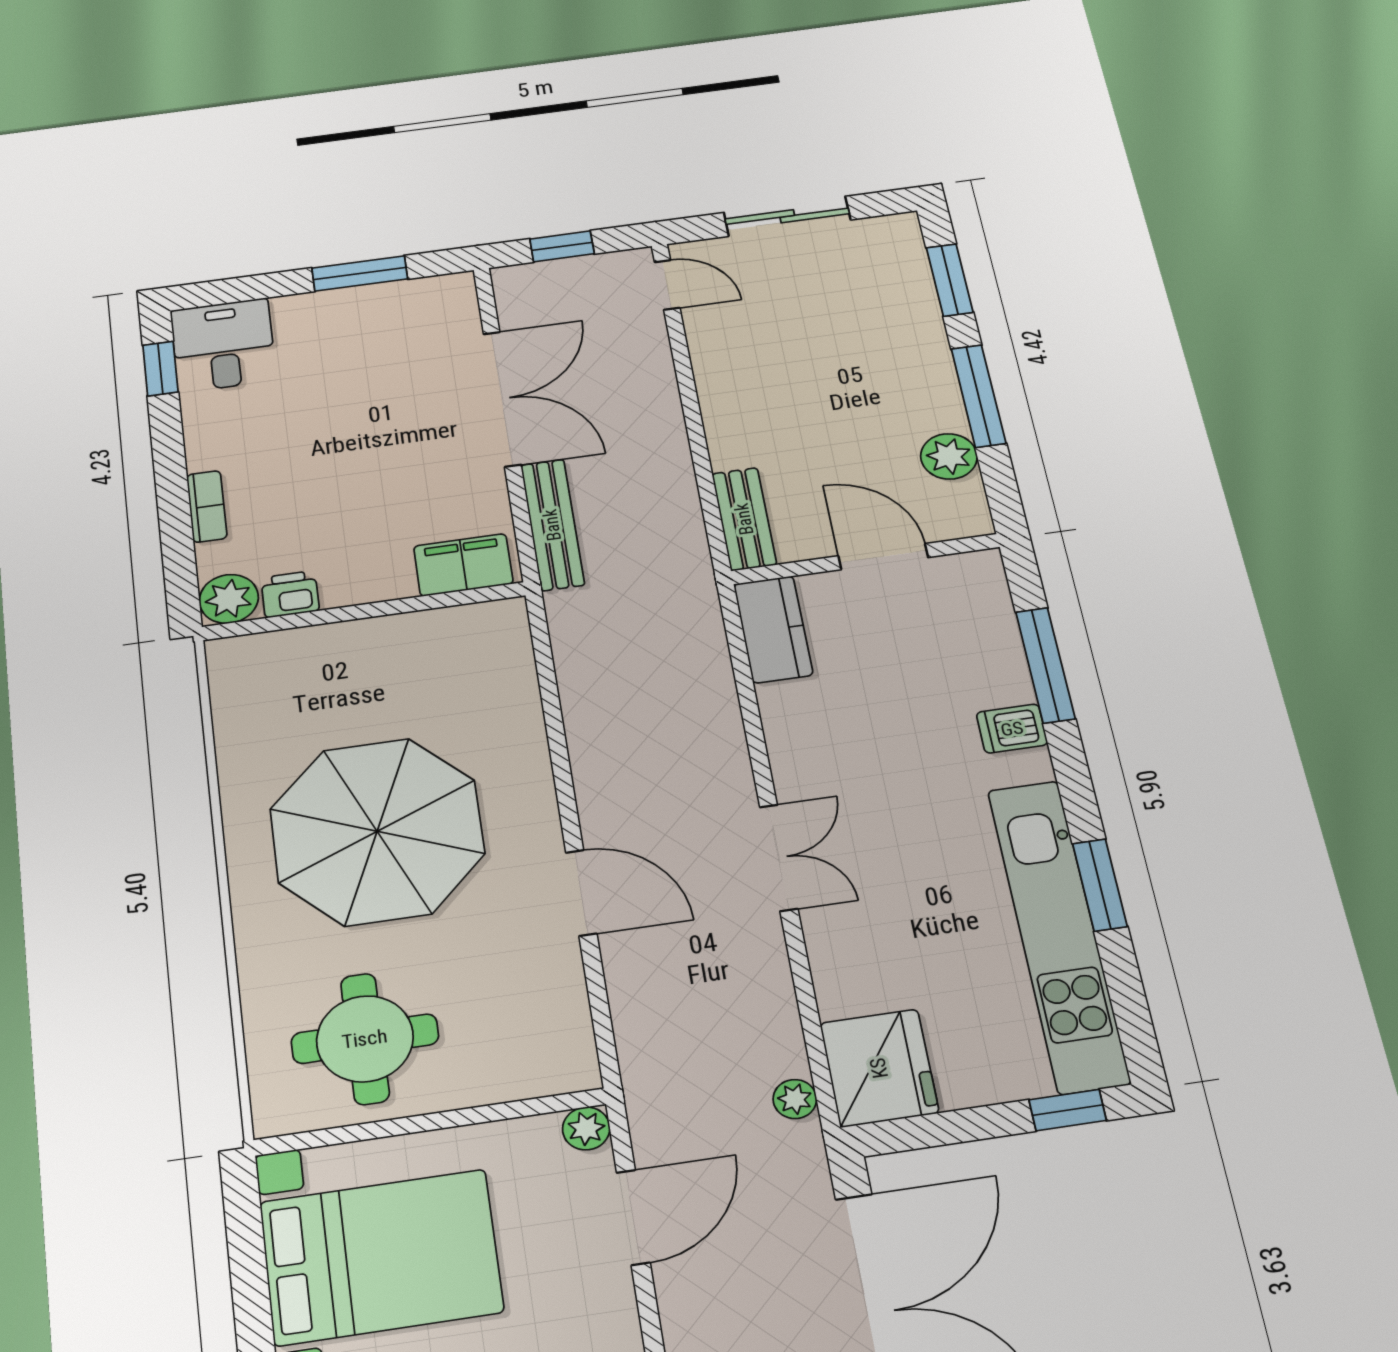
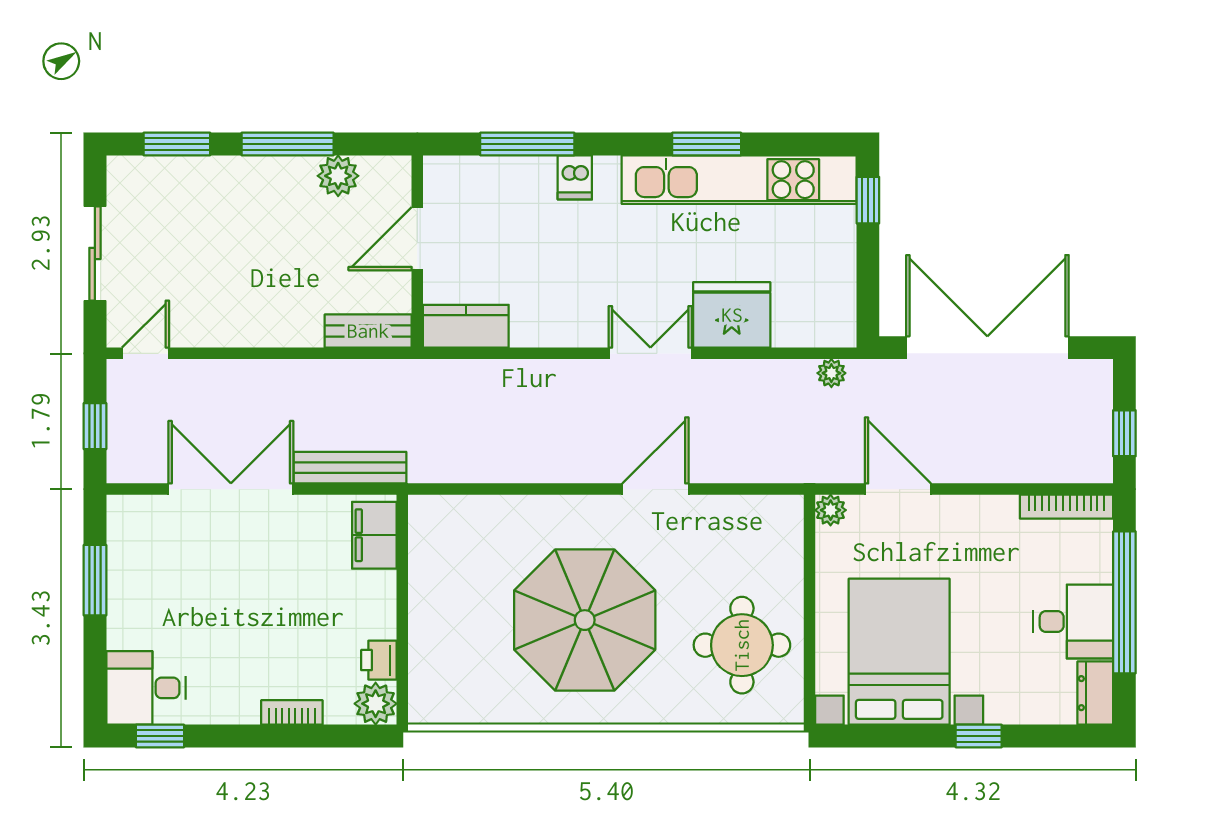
fridge: (879, 1068) -> (732, 315), moved

